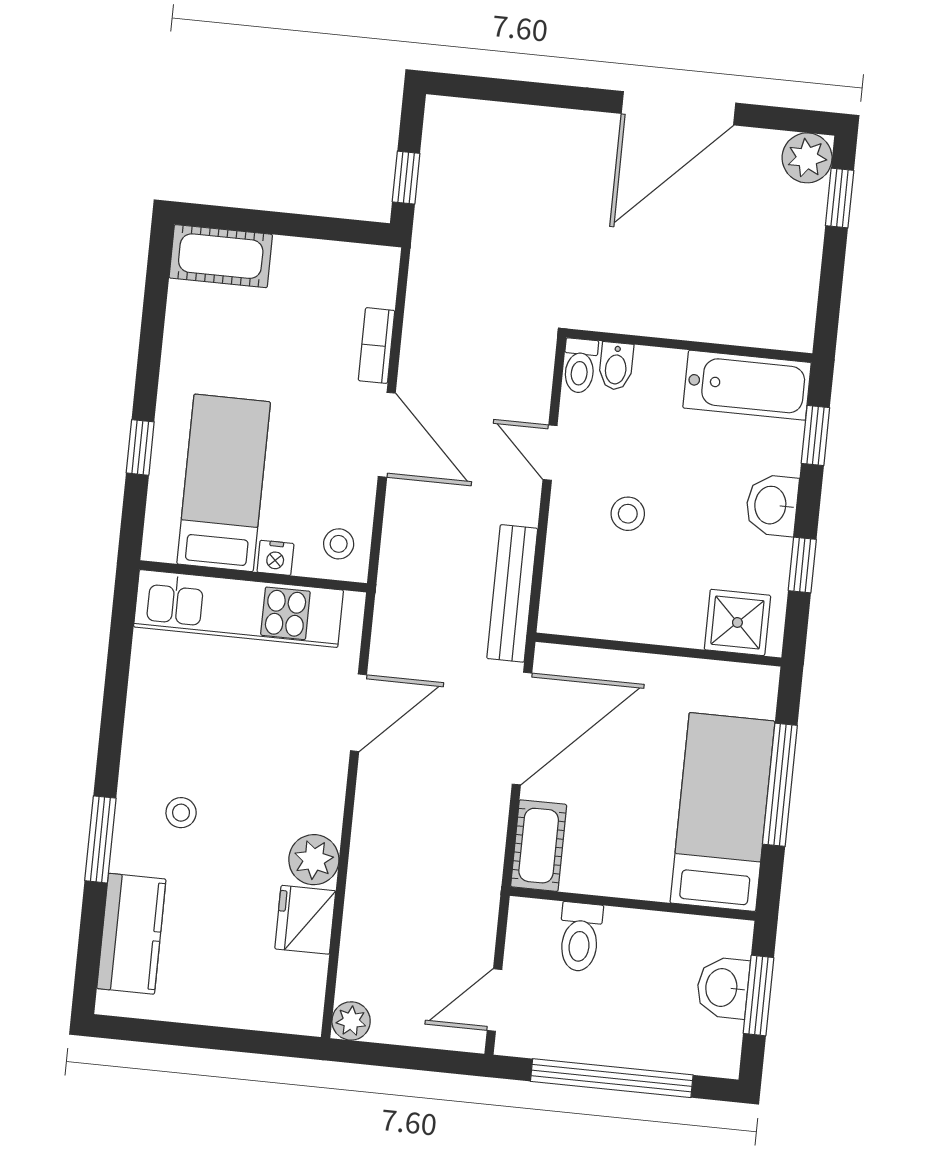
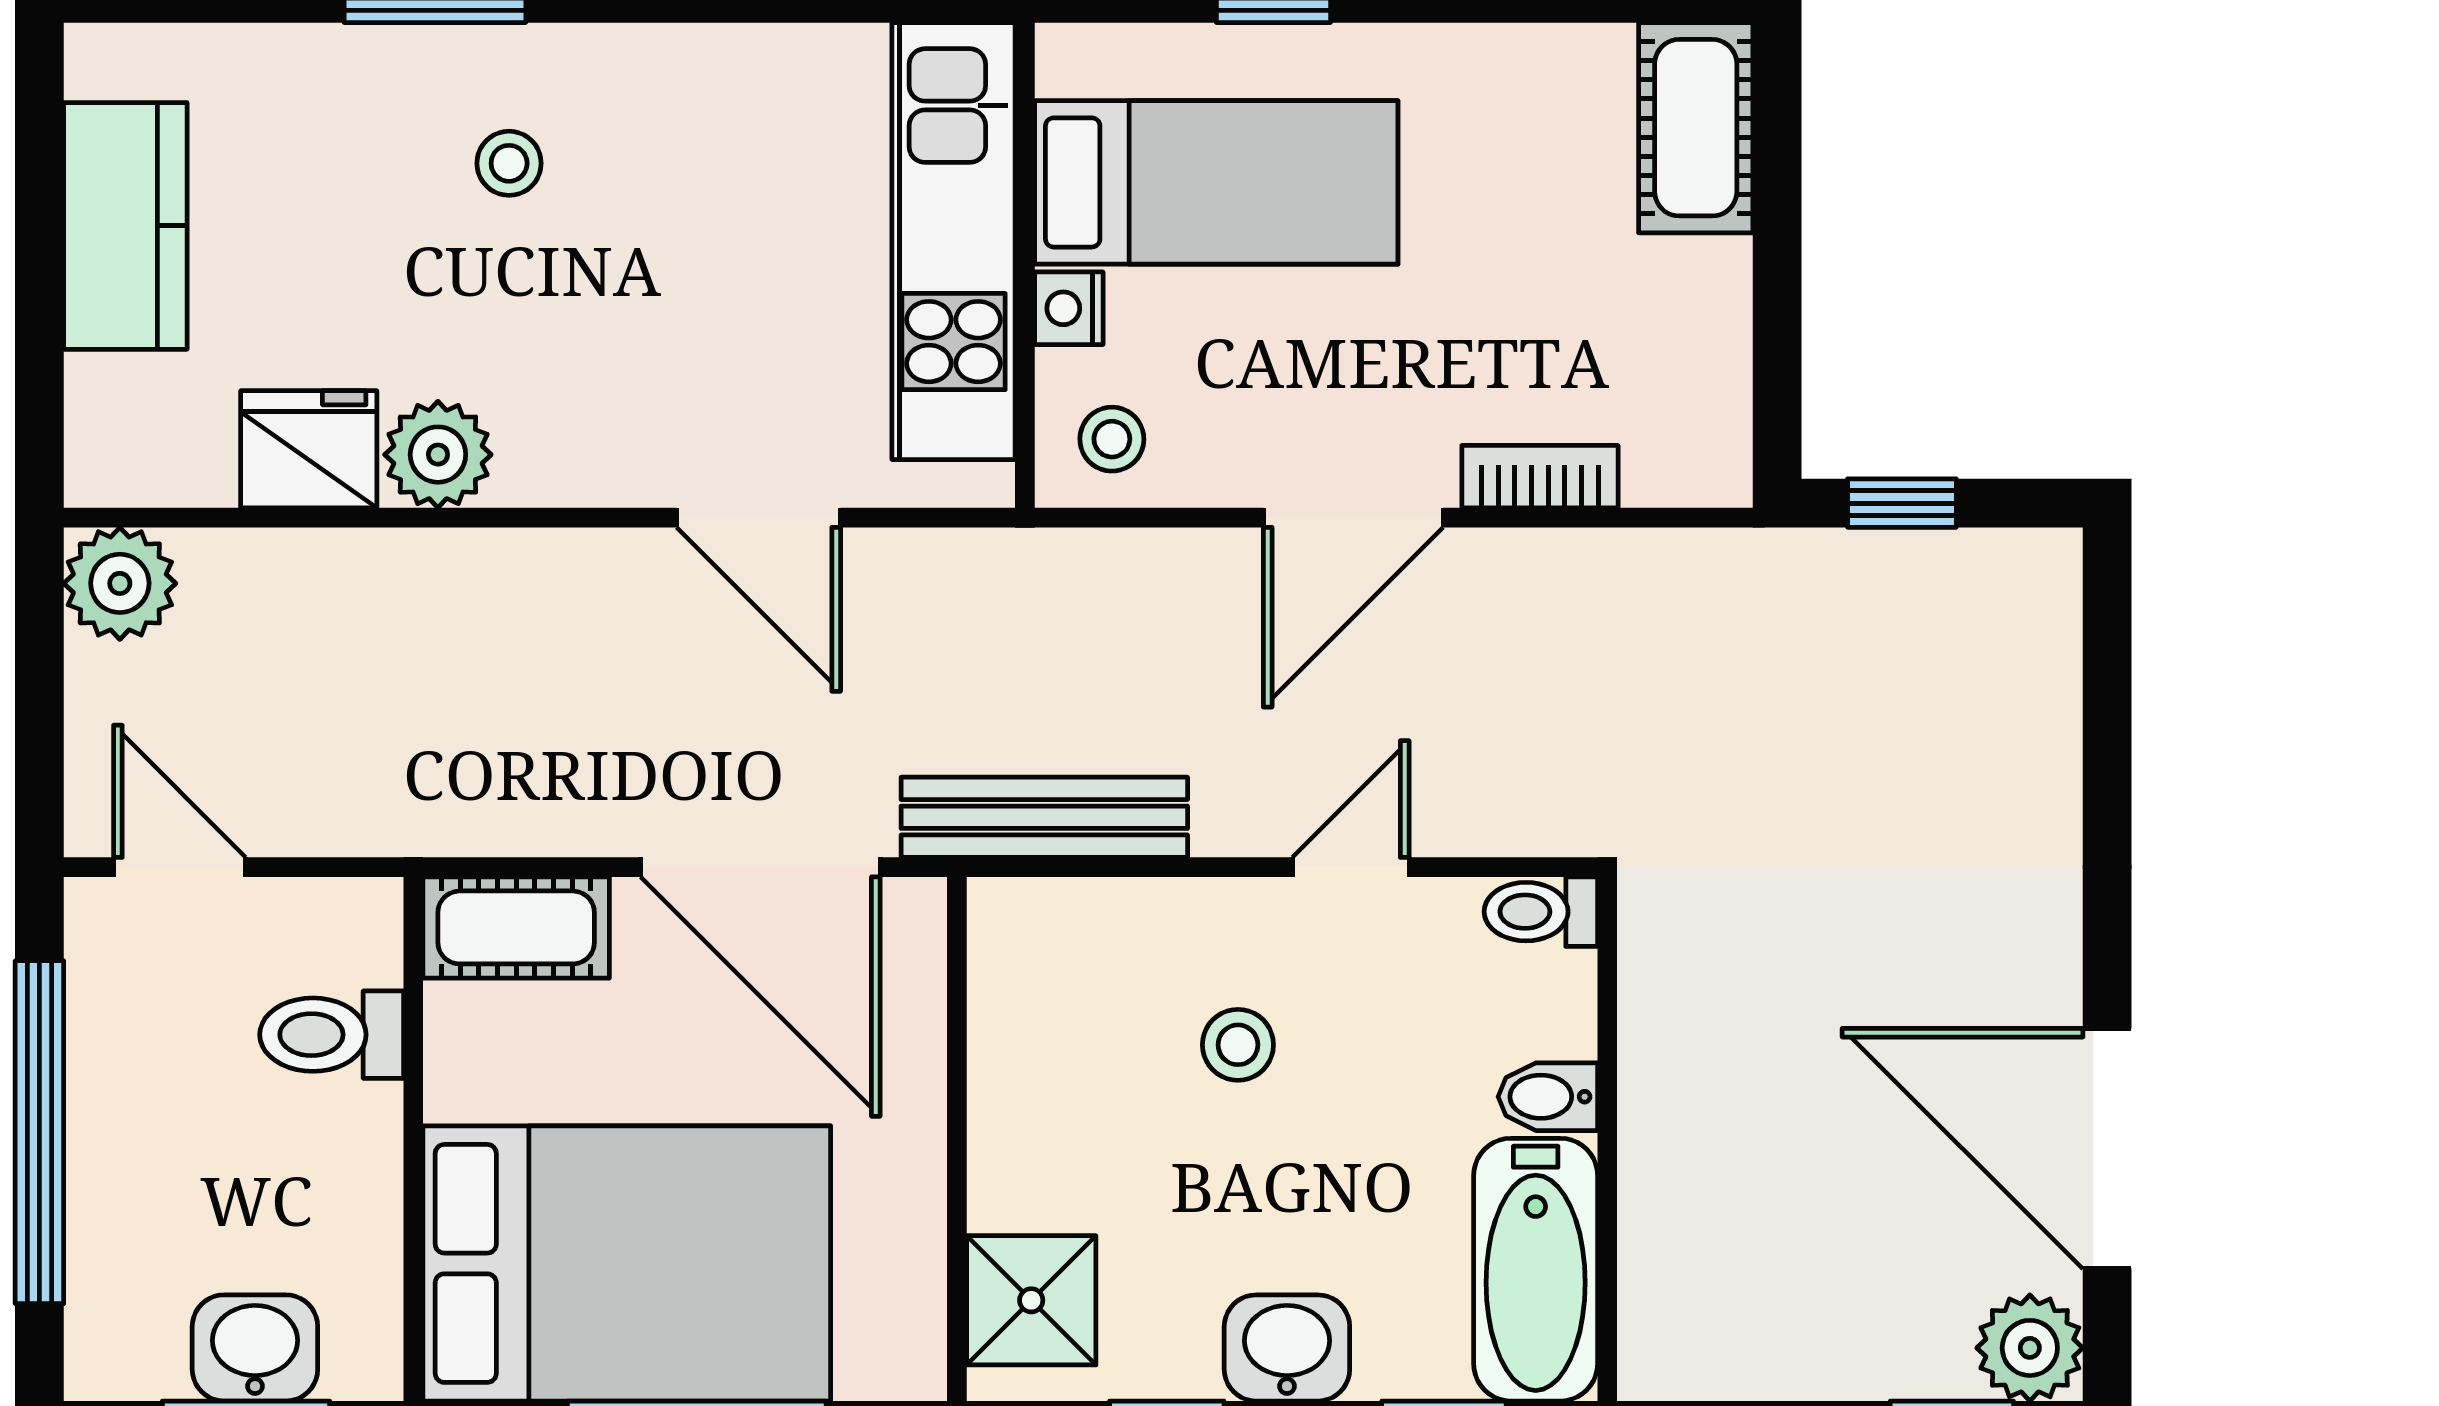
door: (679, 108) -> (2107, 1149), moved
bidet: (616, 366) -> (1548, 1097), moved
bed: (722, 812) -> (627, 1263), width x1.50
kitchen counter: (131, 934) -> (125, 226), moved, turned -90
plant: (351, 1021) -> (120, 583), width x1.38, depth x1.38

